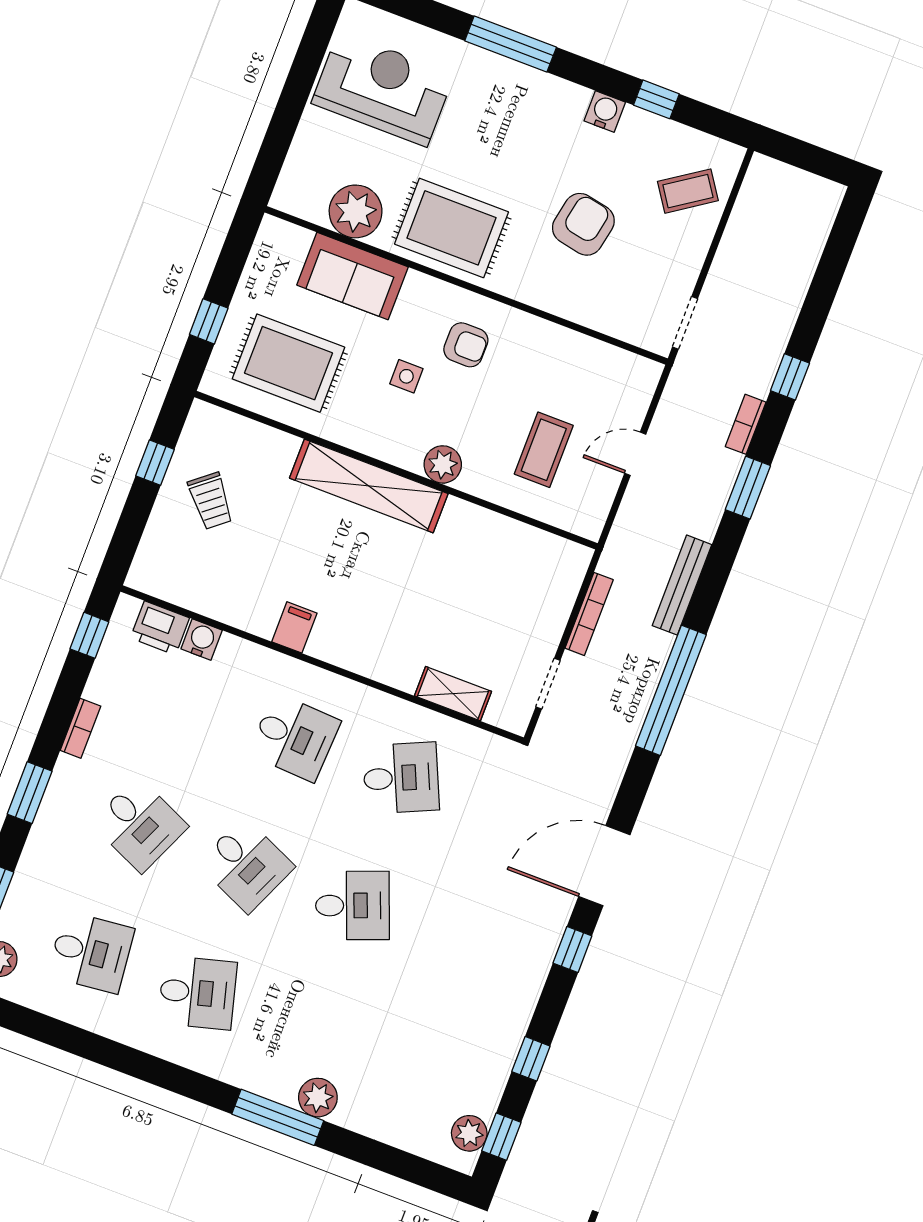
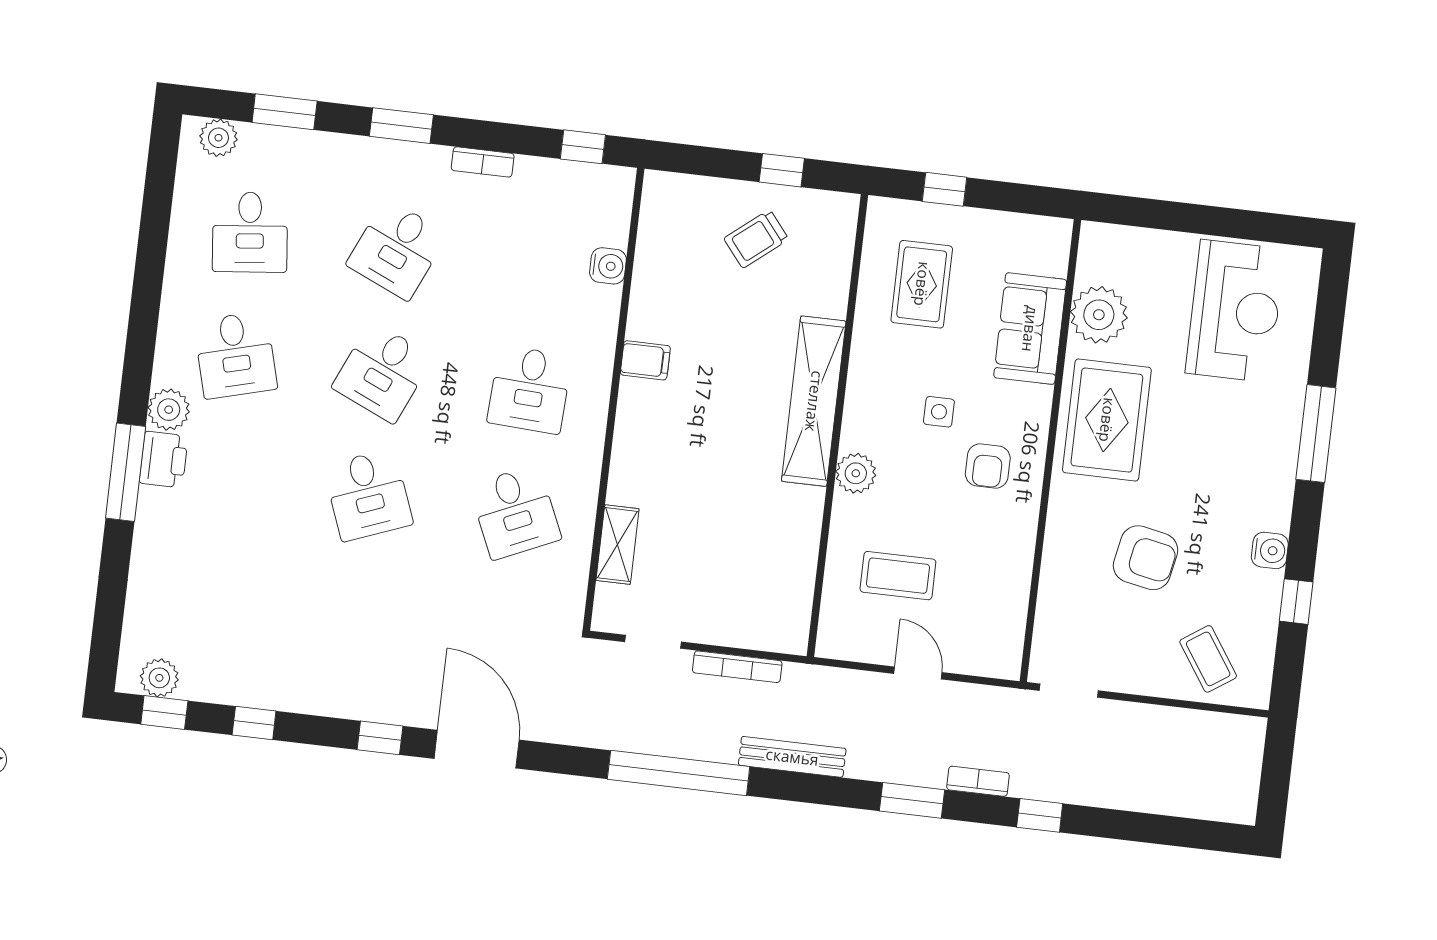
rug: (289, 363) -> (922, 284), width x0.73, depth x0.70
printer: (160, 628) -> (164, 460), moved, turned 180
plant: (318, 1098) -> (169, 410), moved

